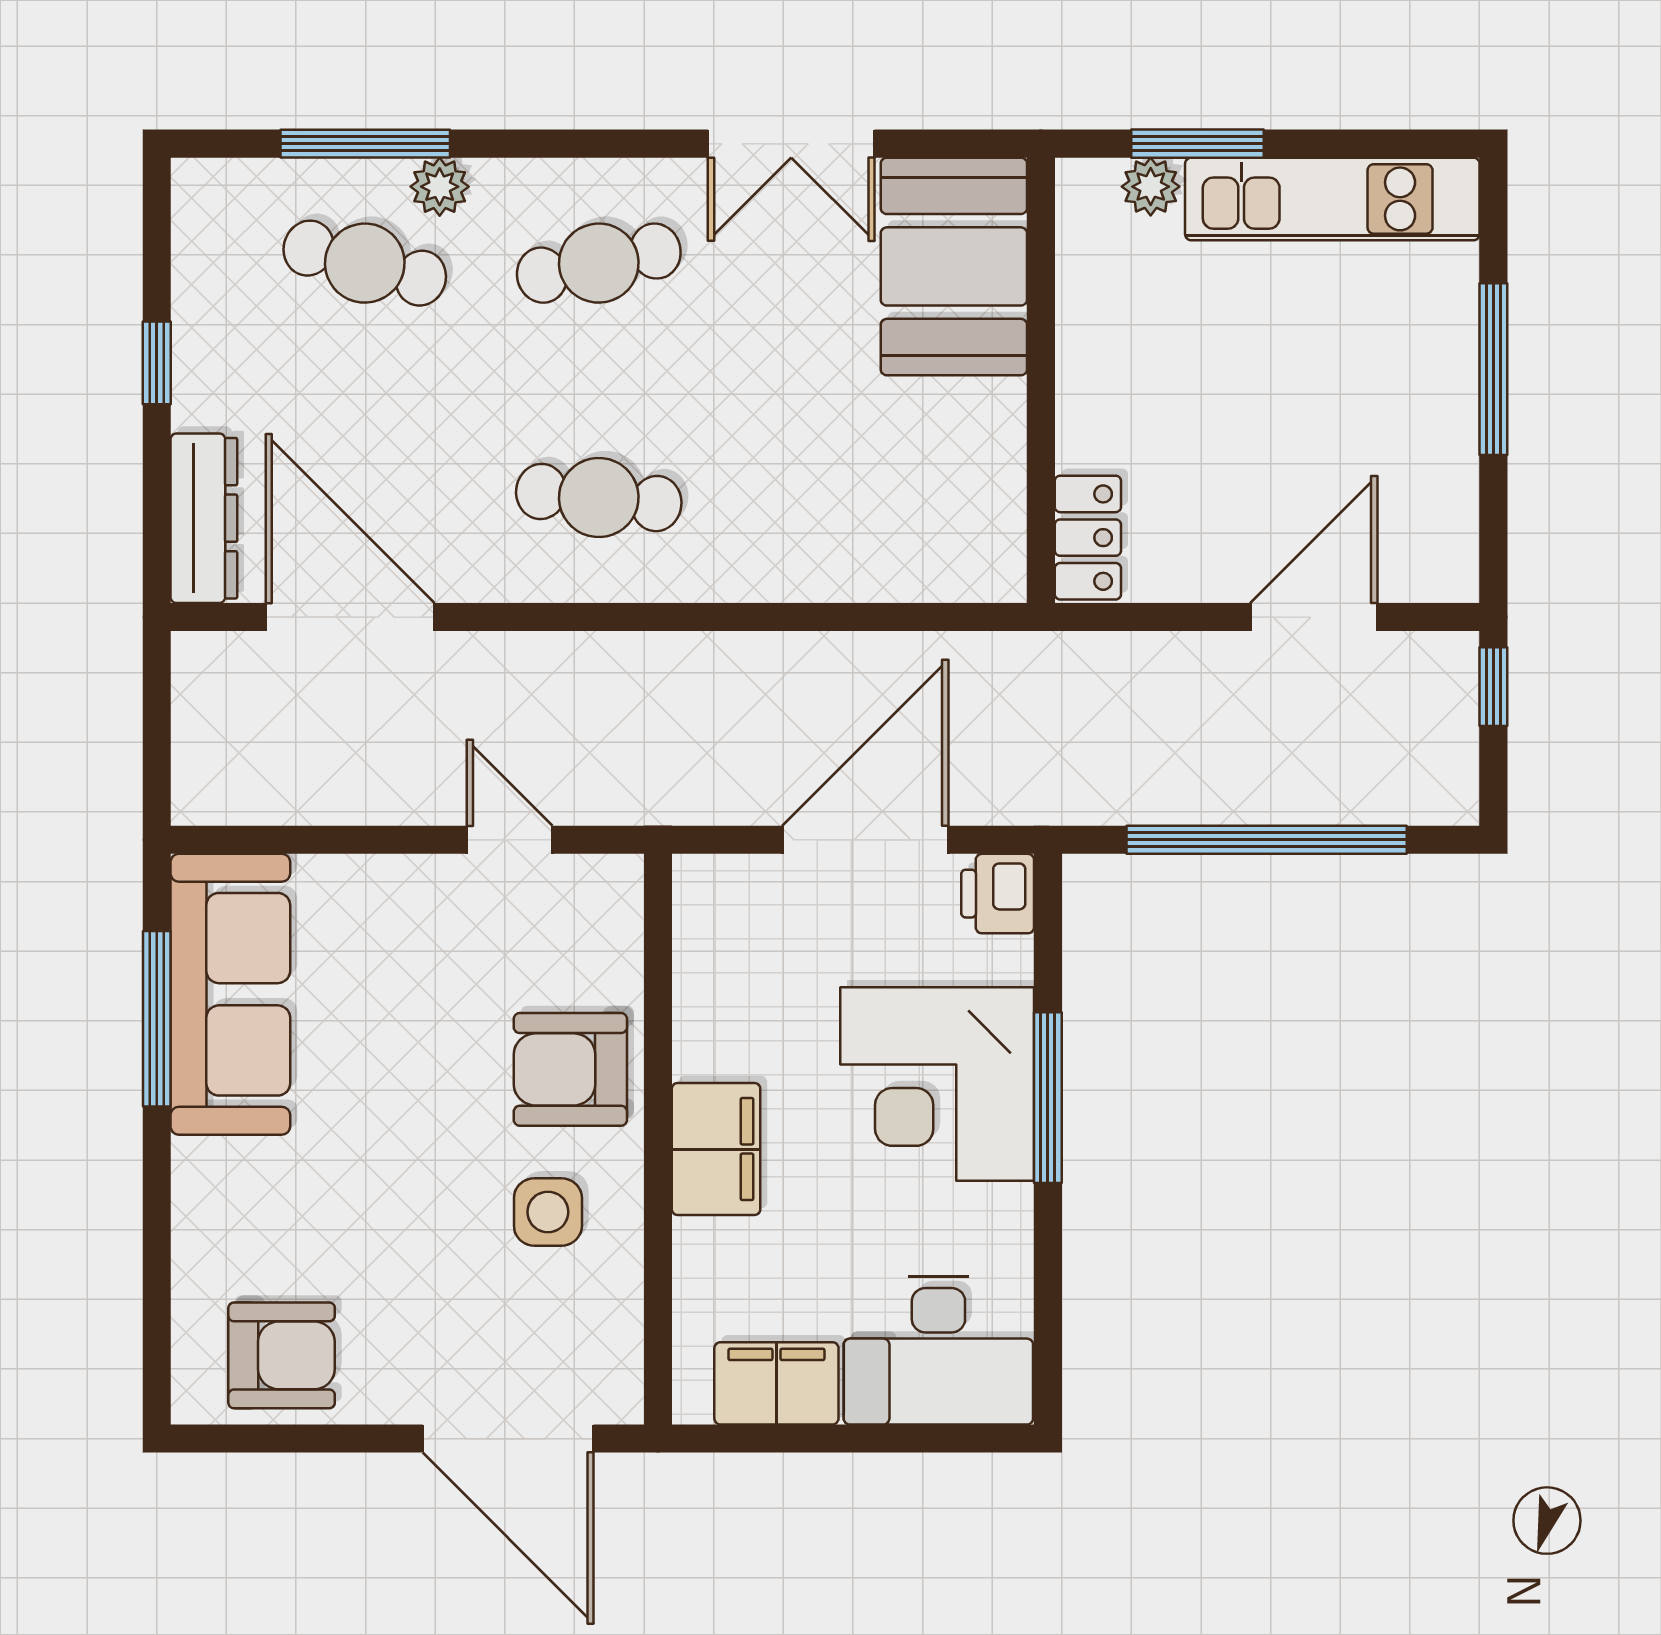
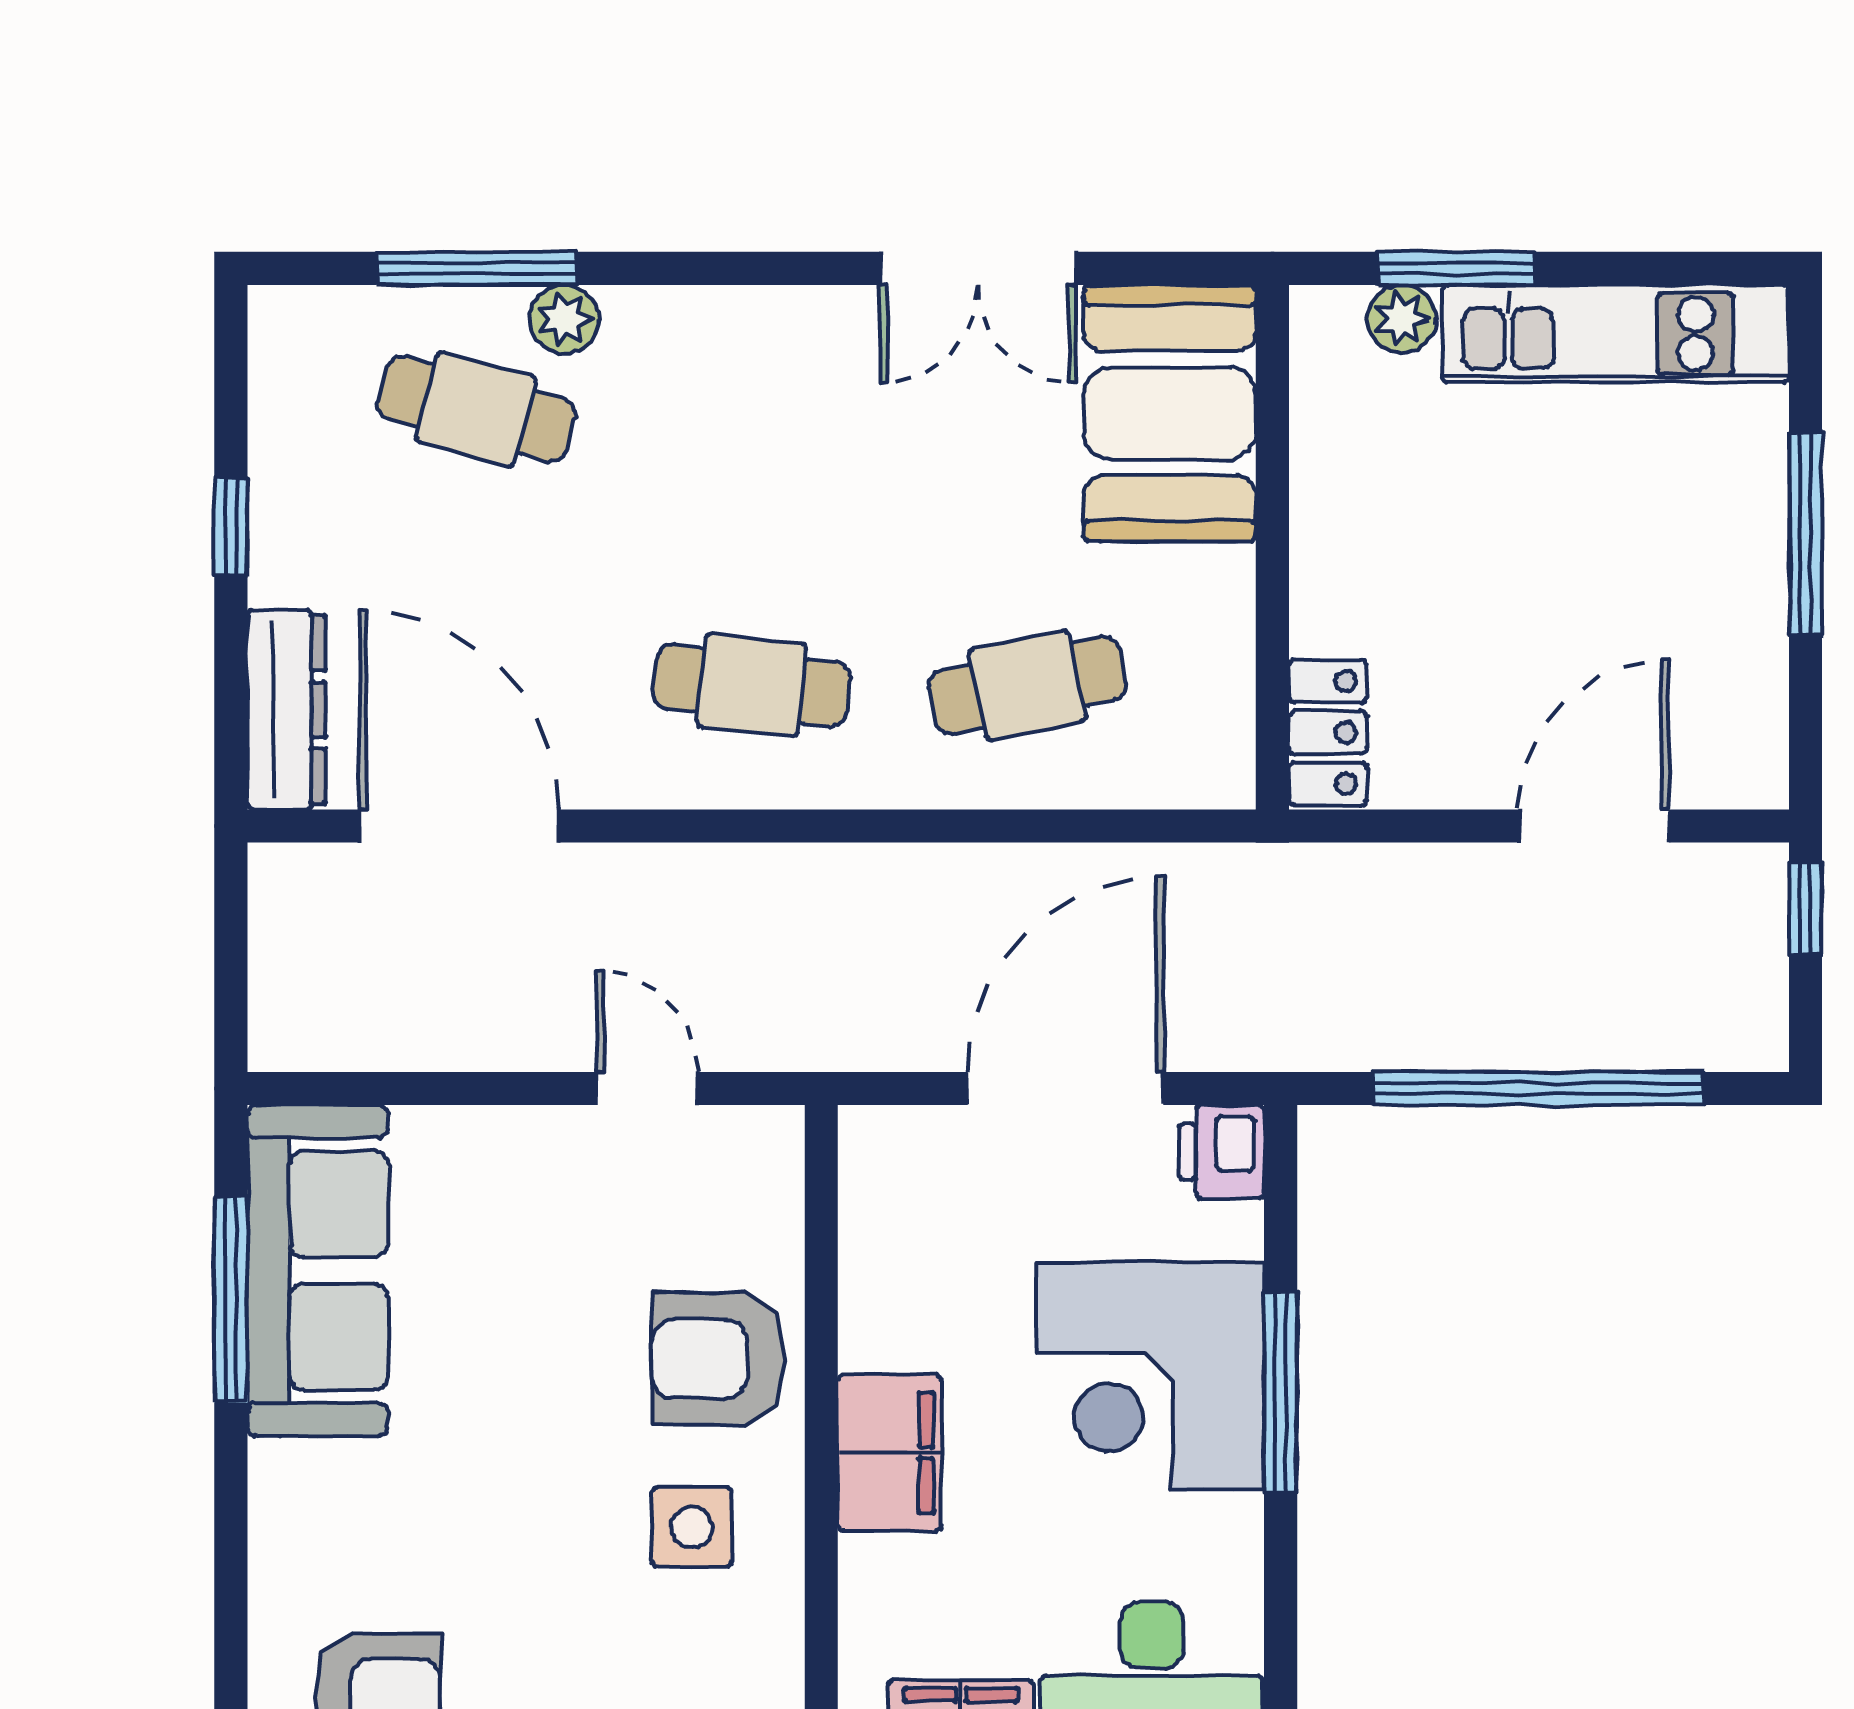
cafe table: (599, 263) -> (1027, 685), moved

